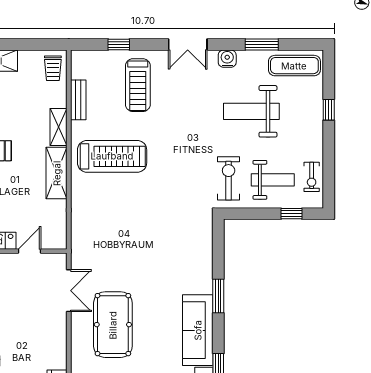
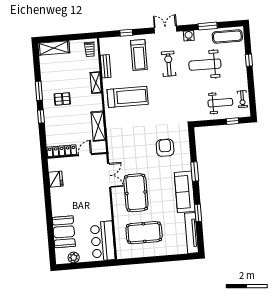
double door: (188, 45) -> (165, 29), swing flipped
shelving: (57, 173) -> (98, 126), moved
exercise bike: (229, 178) -> (169, 64), moved
armchair: (170, 250) -> (165, 148), added

